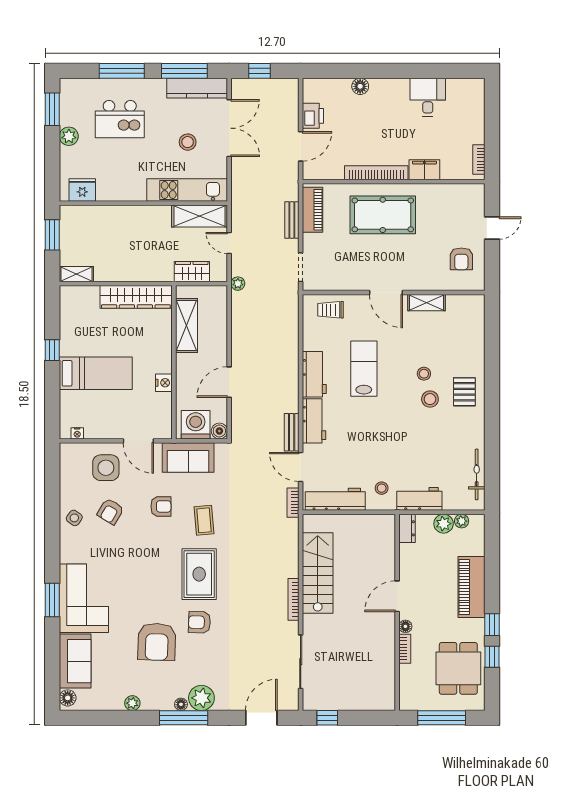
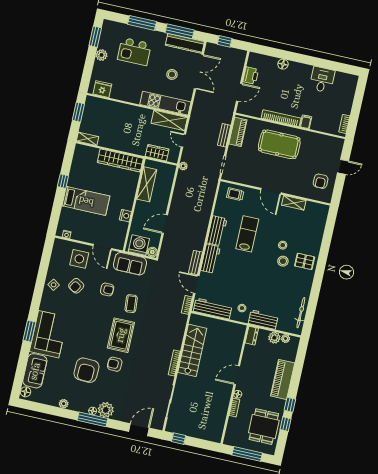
filing cabinet: (424, 170) -> (306, 122), width x0.50
pallet: (464, 392) -> (305, 261), turned 90

